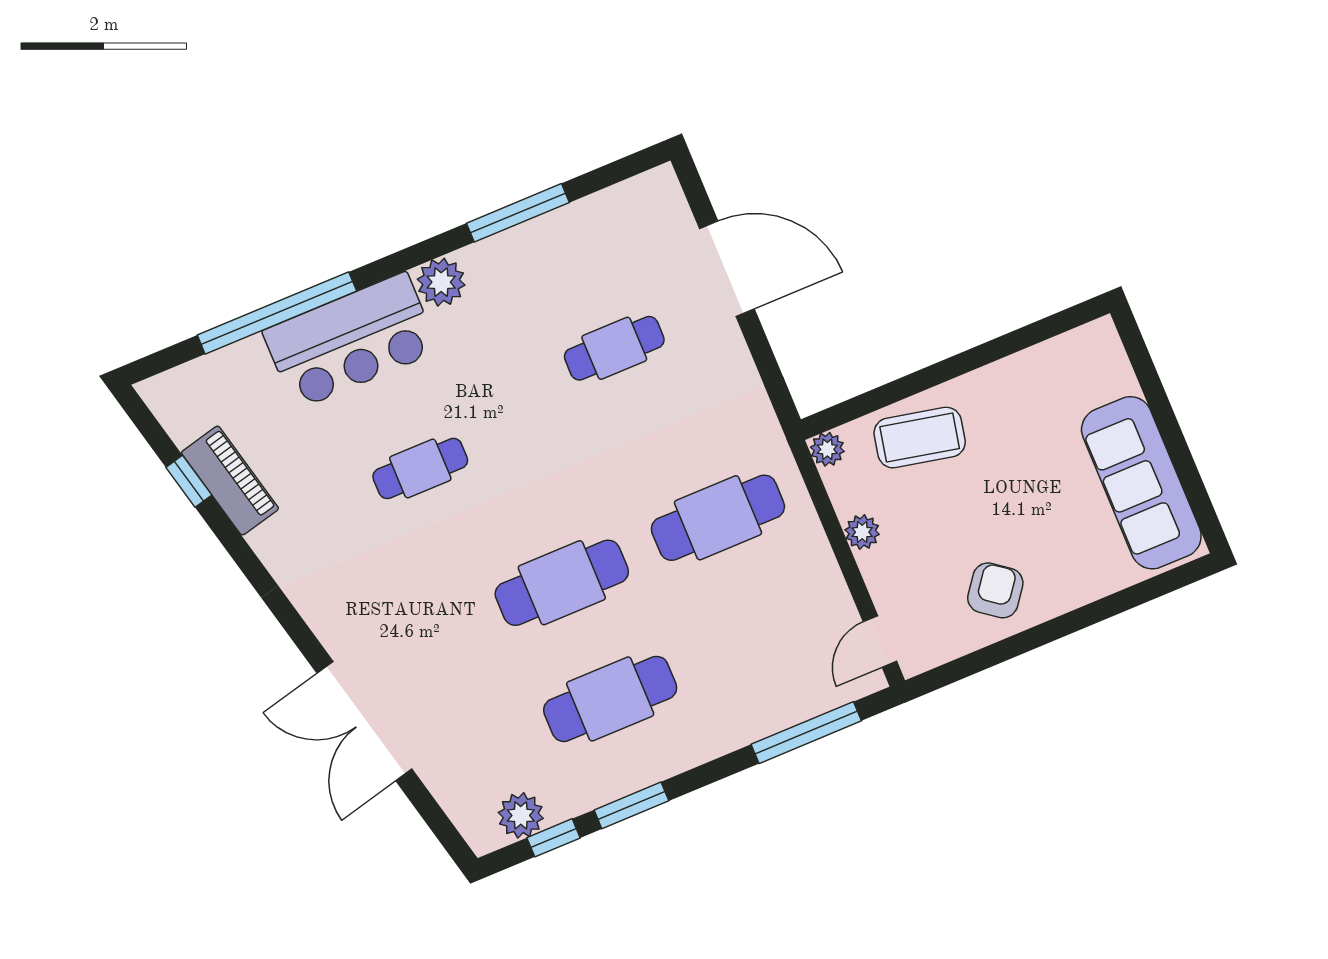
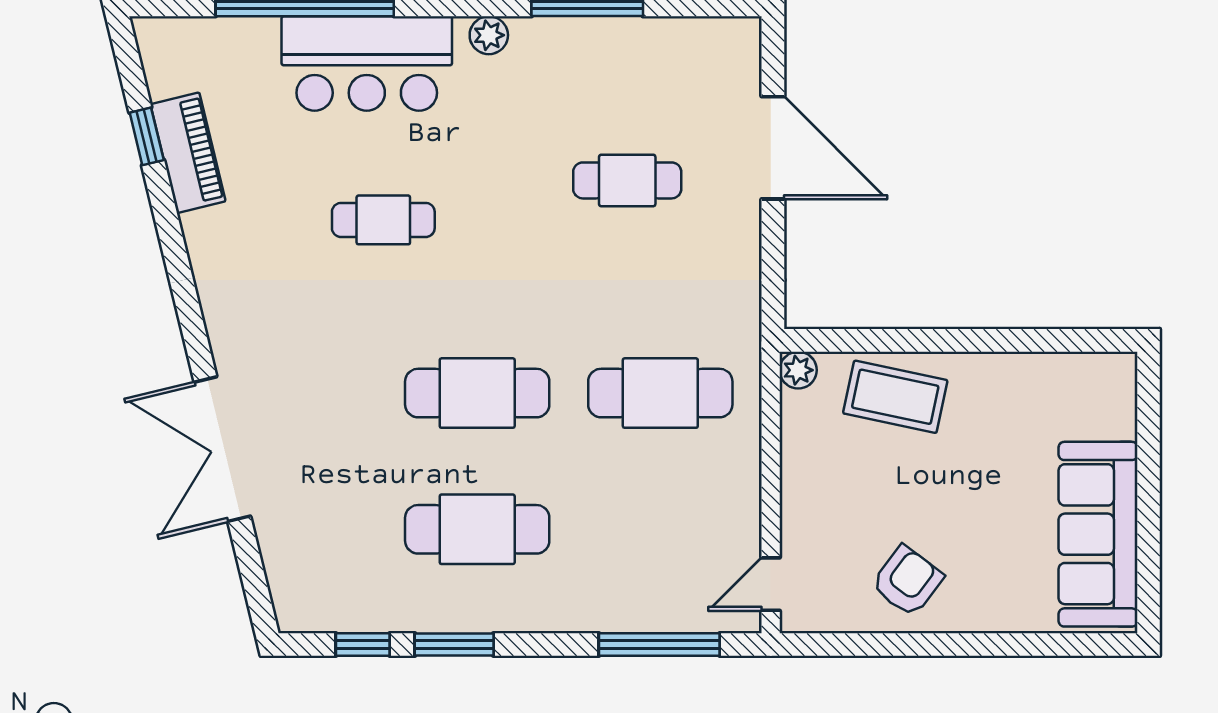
plant: (441, 282) -> (489, 35), width x0.73, depth x0.73
plant: (862, 532) -> (799, 467), removed
plant: (521, 815) -> (339, 609), removed

